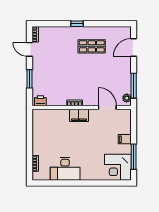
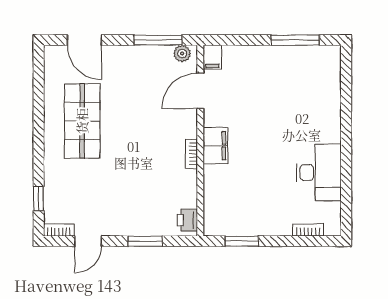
window: (77, 24) -> (39, 199), moved
shop shelf: (92, 46) -> (82, 121), width x1.43, depth x1.36
window: (29, 129) -> (242, 241), added
filing cabinet: (125, 139) -> (212, 57), moved
corner desk: (118, 167) -> (316, 70), removed

